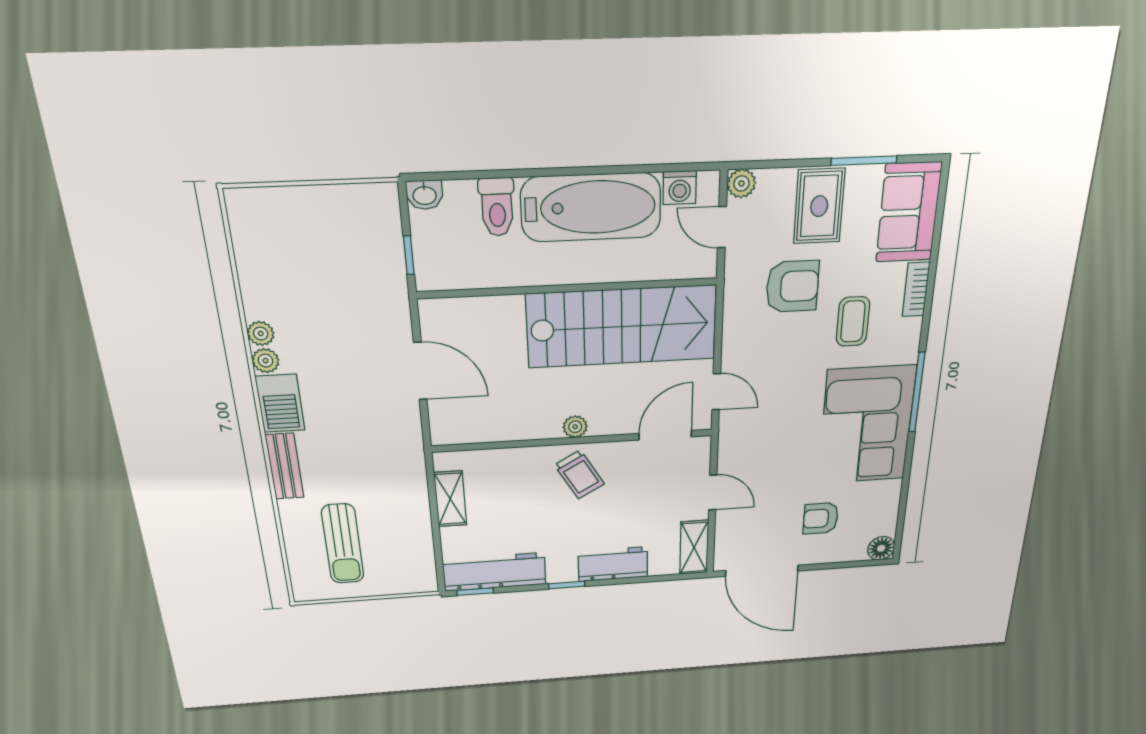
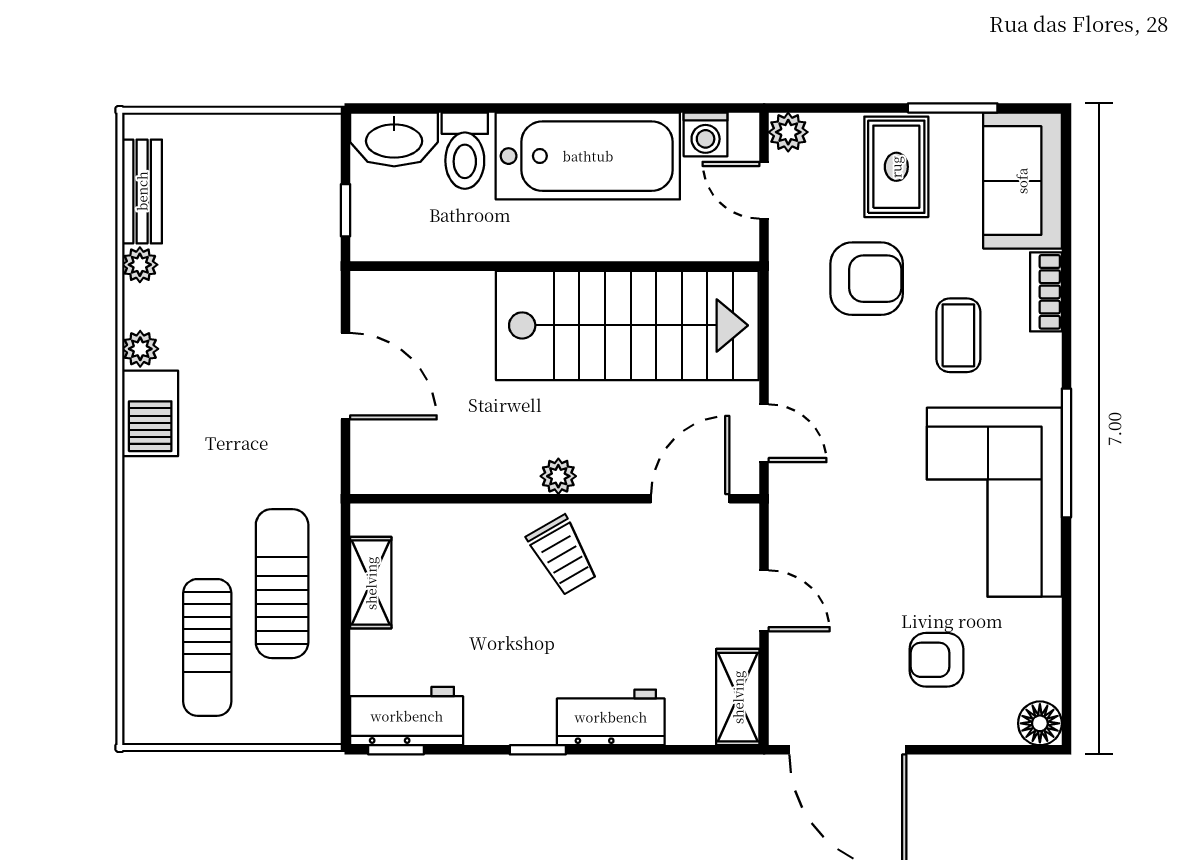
washbasin: (425, 195) -> (394, 139), width x1.91, depth x1.45
plant: (261, 334) -> (140, 265), moved
bench: (285, 466) -> (142, 191), moved
sun lounger: (389, 503) -> (282, 584), added
workbench: (494, 572) -> (407, 716), width x0.73

